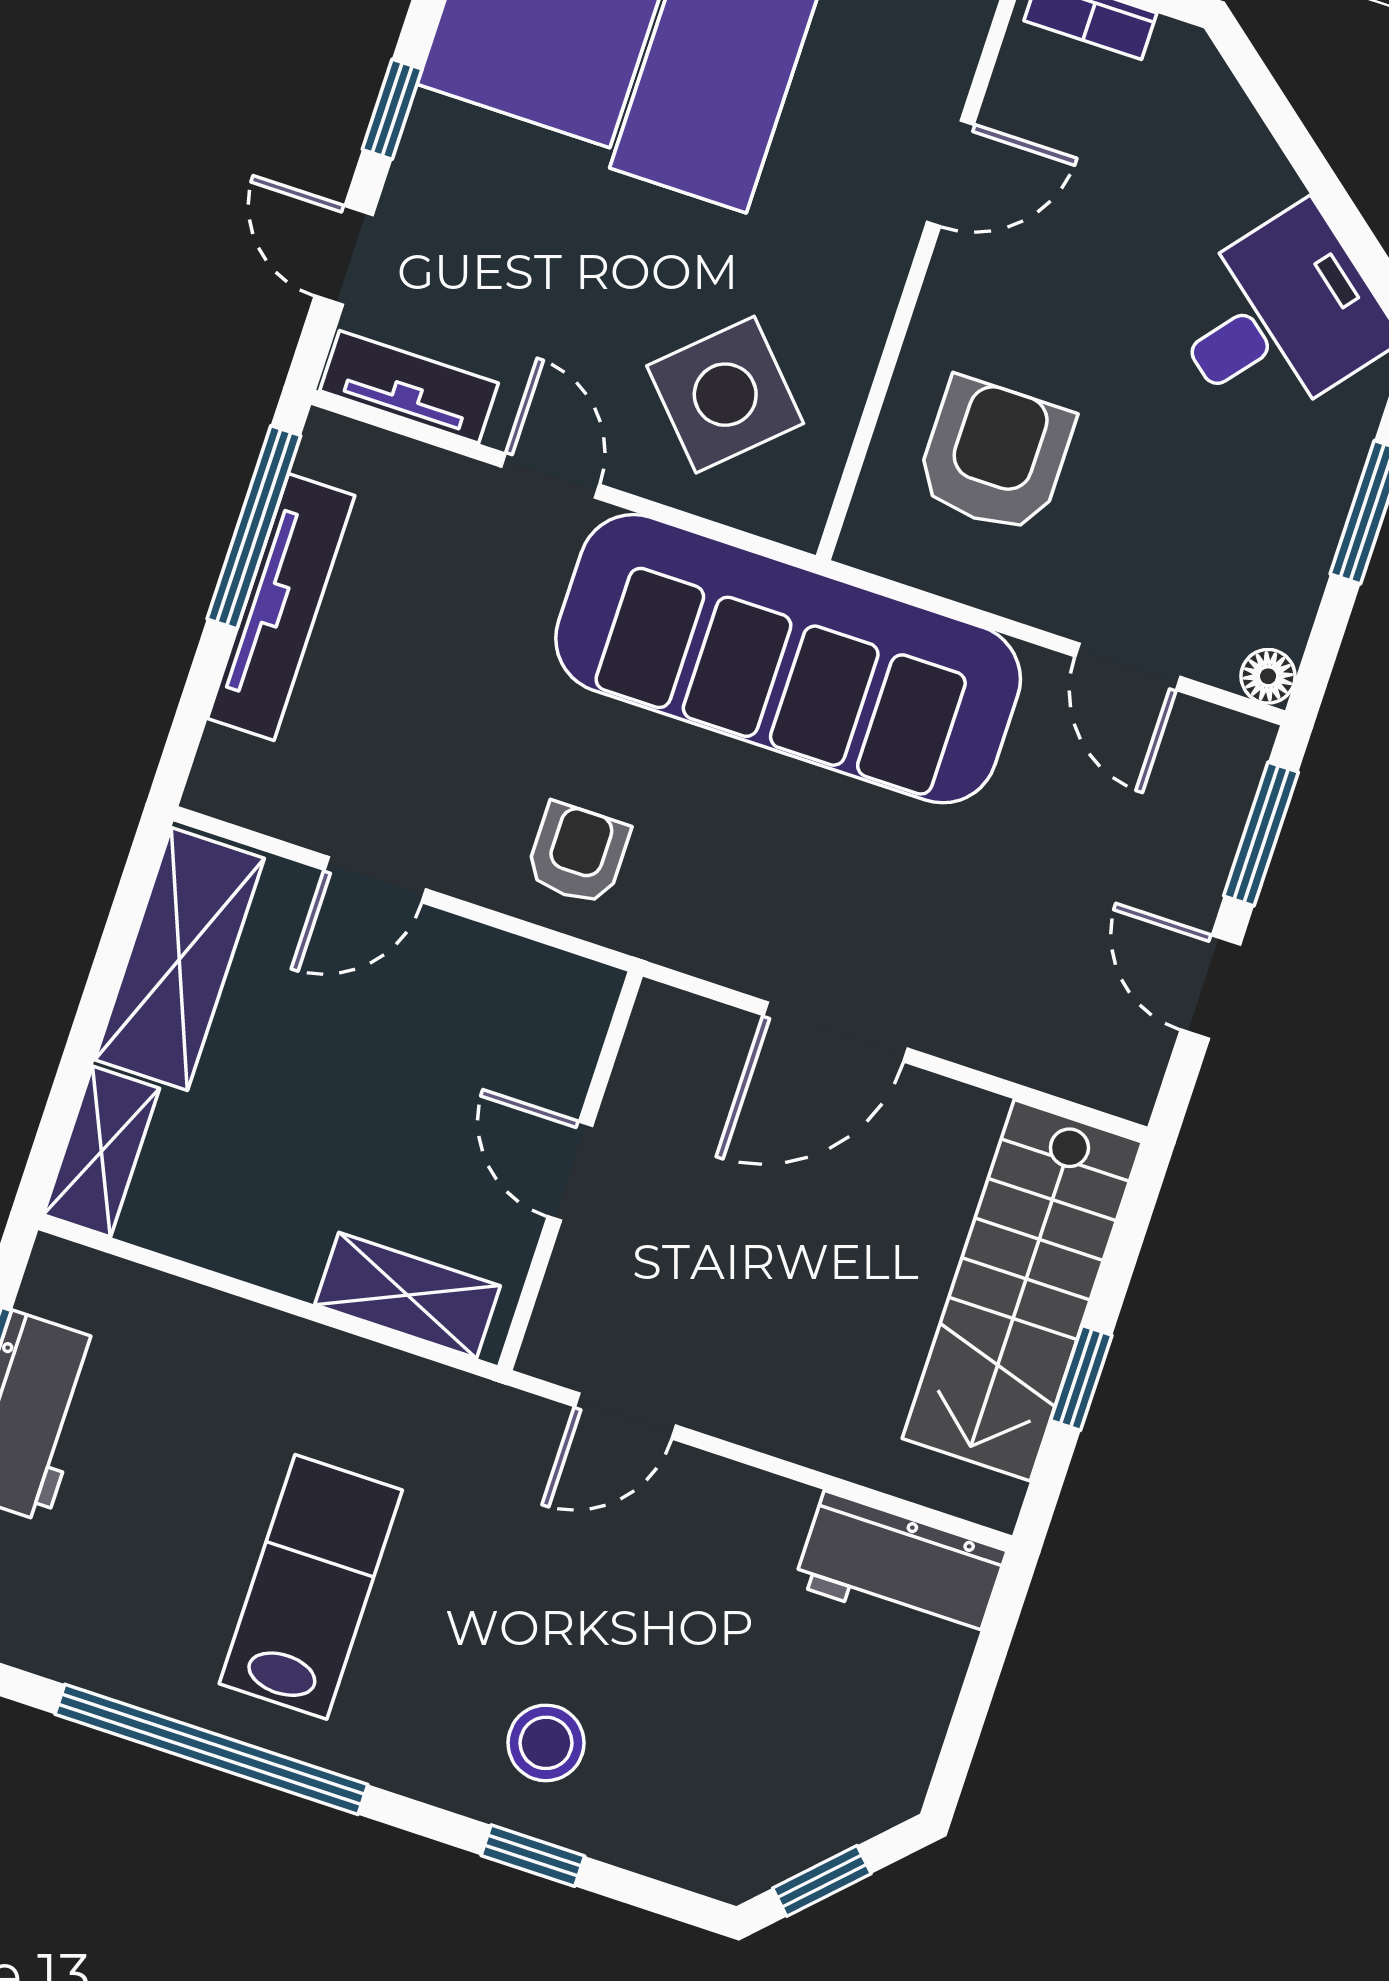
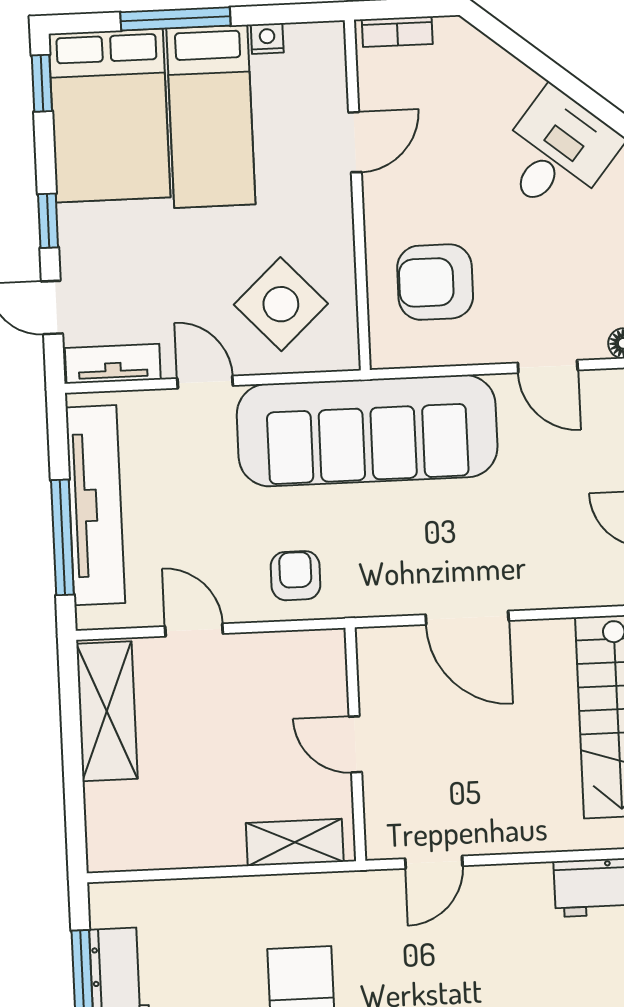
armchair: (995, 456) -> (435, 282), turned -90
window: (254, 527) -> (62, 537), moved
tv unit: (281, 607) -> (95, 505), width x1.36, depth x1.29
door: (375, 880) -> (194, 630), swing flipped
door: (836, 1032) -> (467, 618), hinge flipped
shelving: (101, 1152) -> (105, 828), removed

